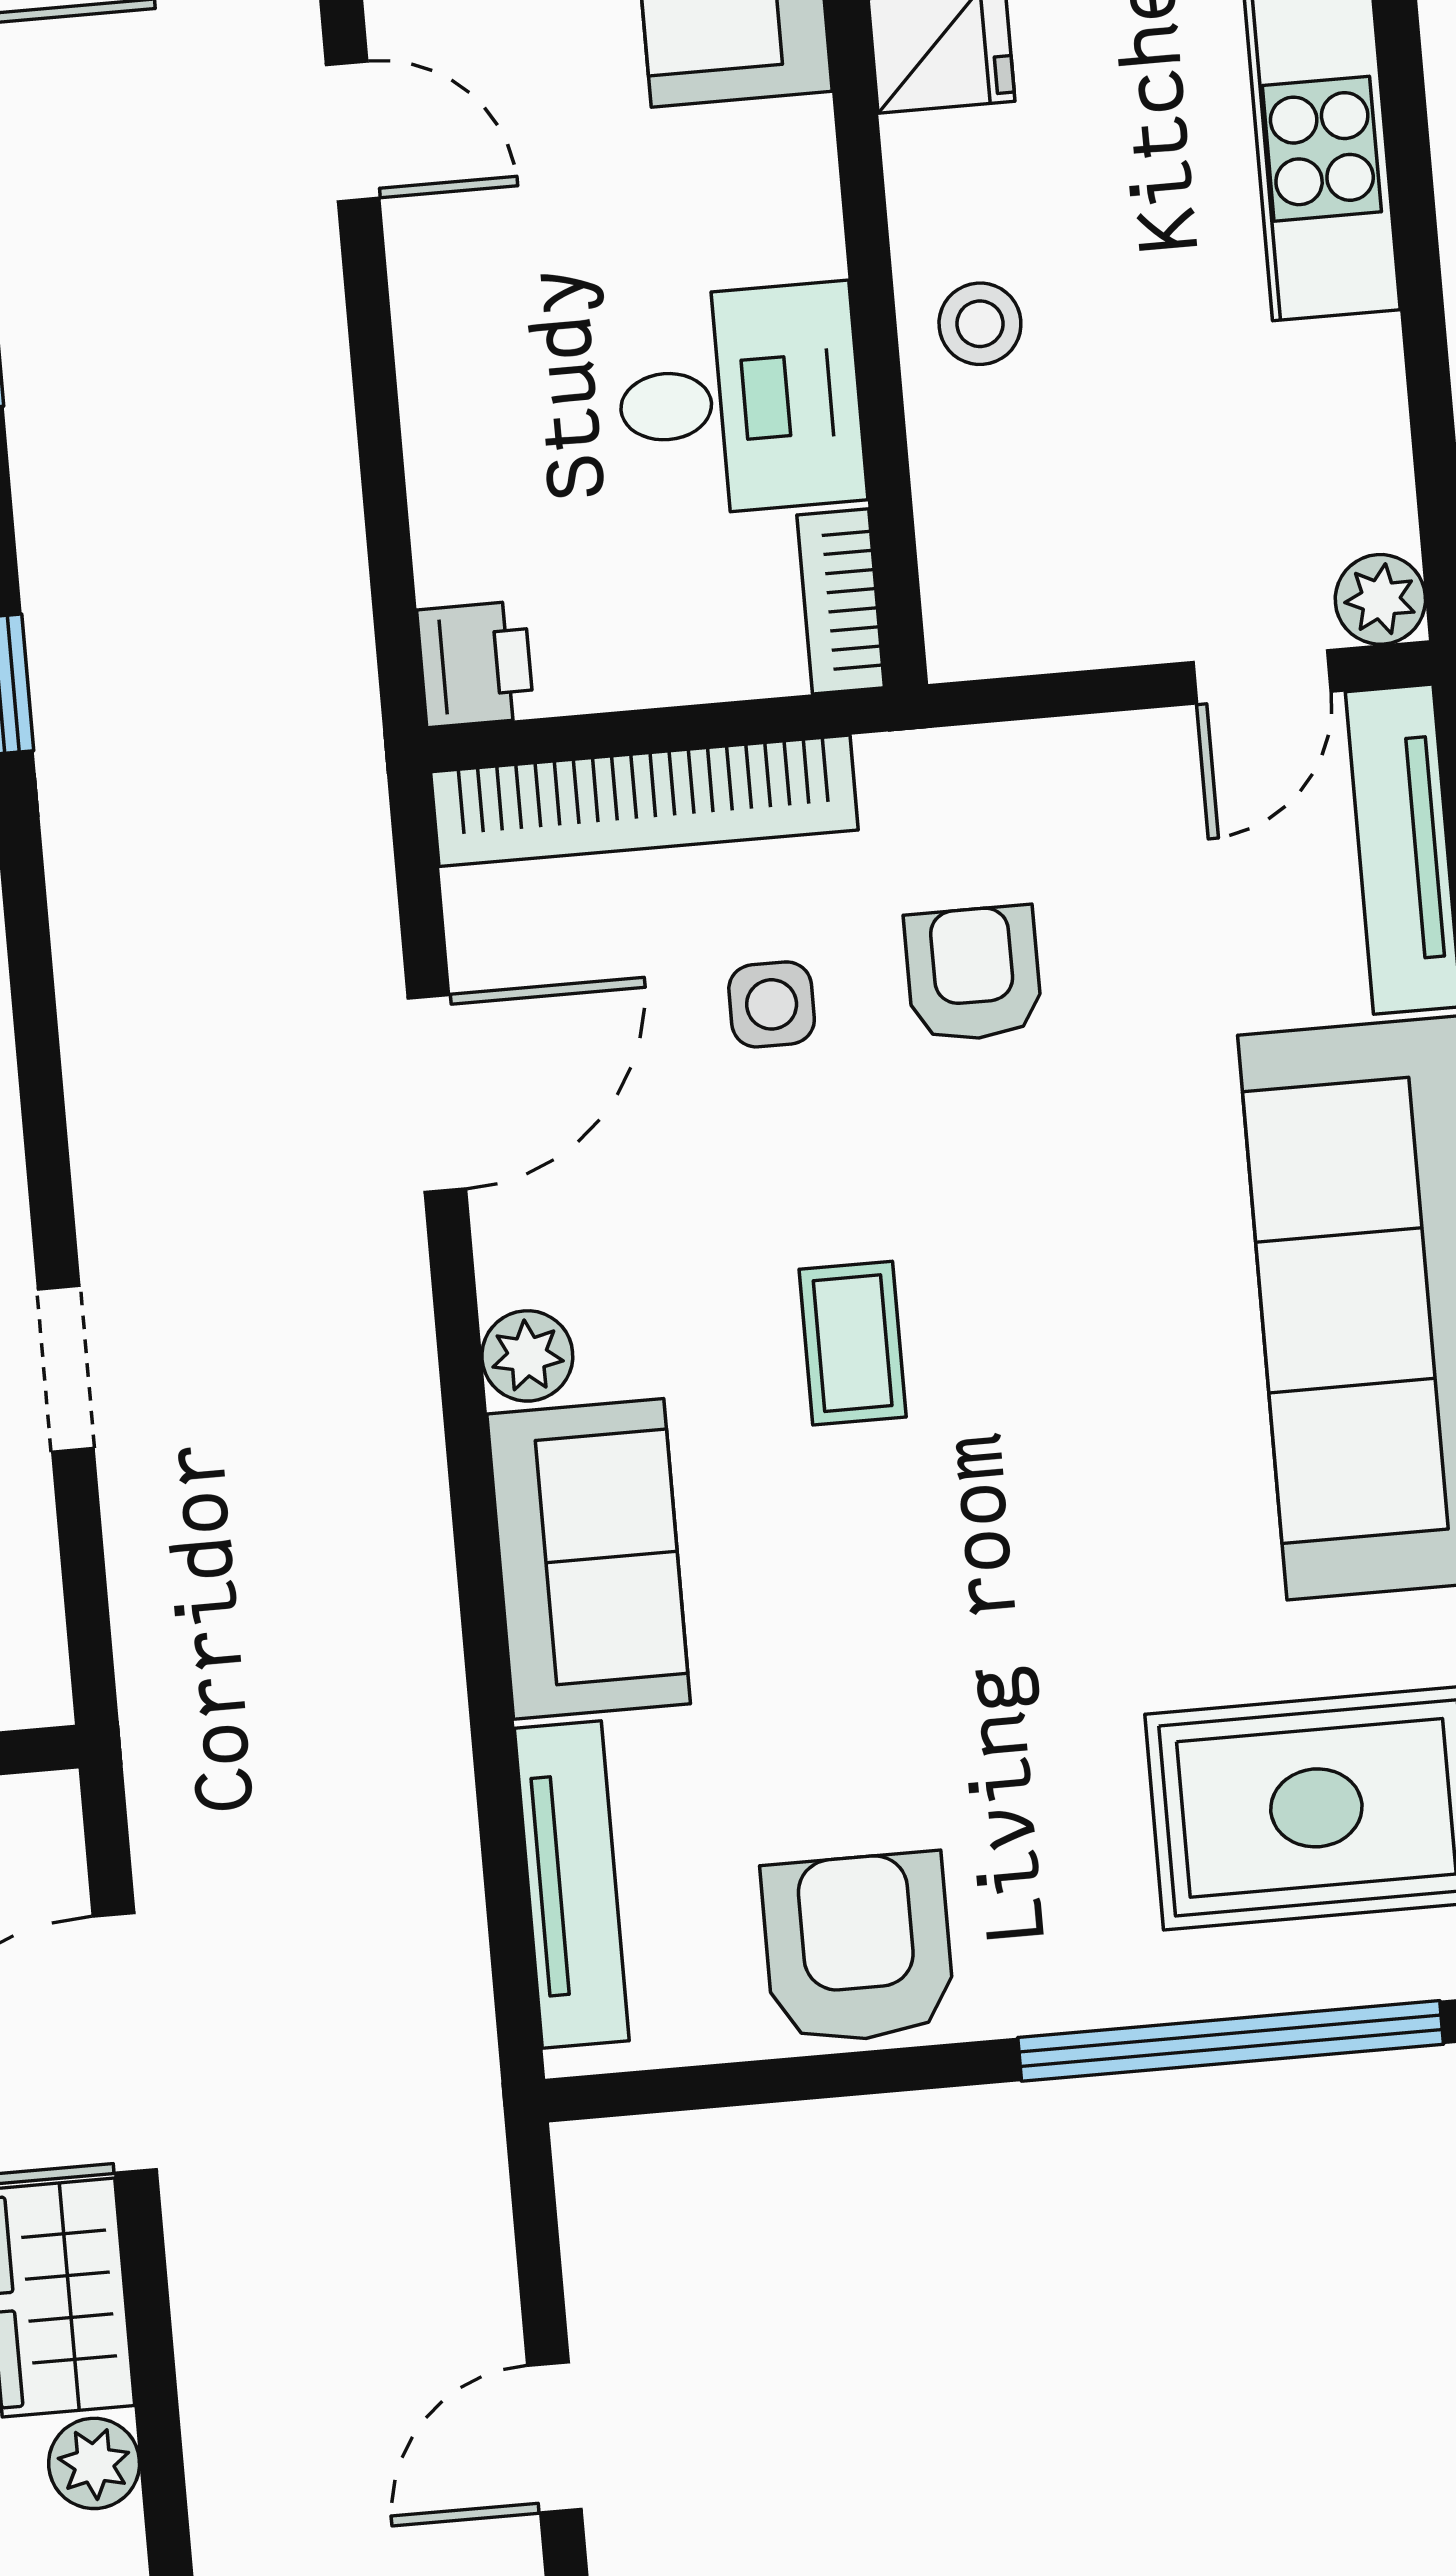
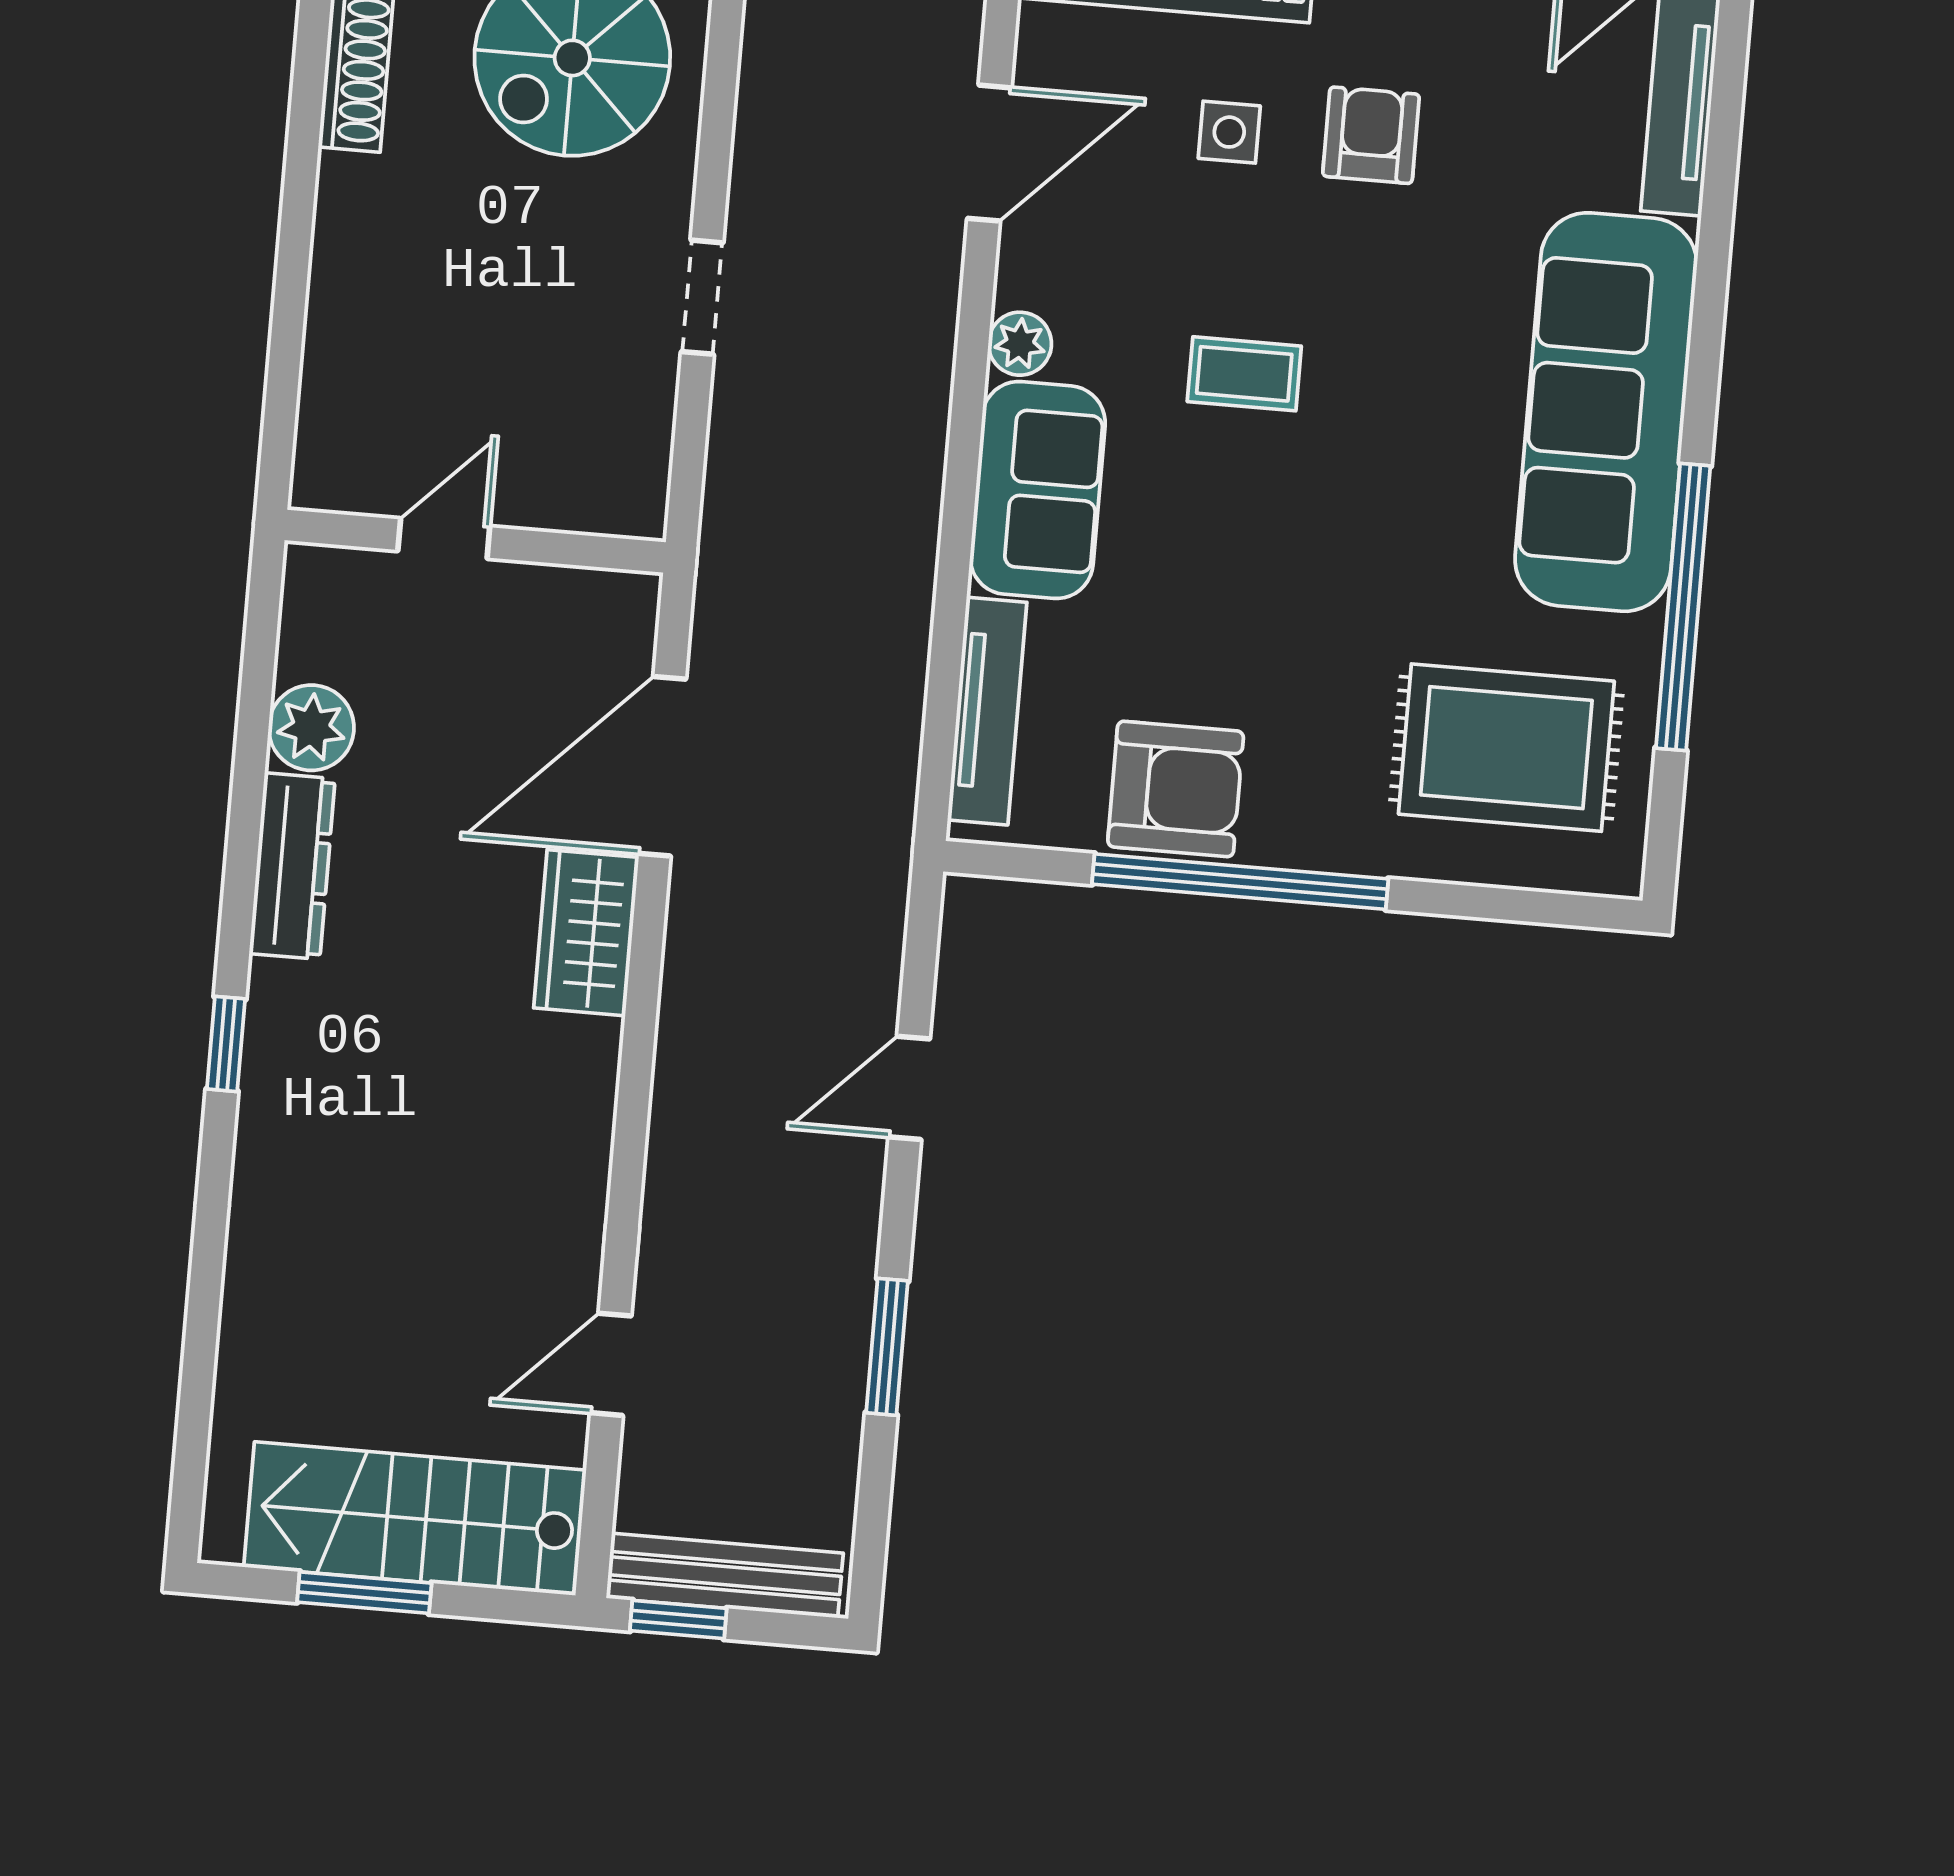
coffee table: (853, 1343) -> (1244, 374), turned 90
armchair: (858, 1948) -> (1176, 789), turned 90
window: (1231, 2041) -> (1240, 882), moved
plant: (94, 2463) -> (591, 1051), removed

